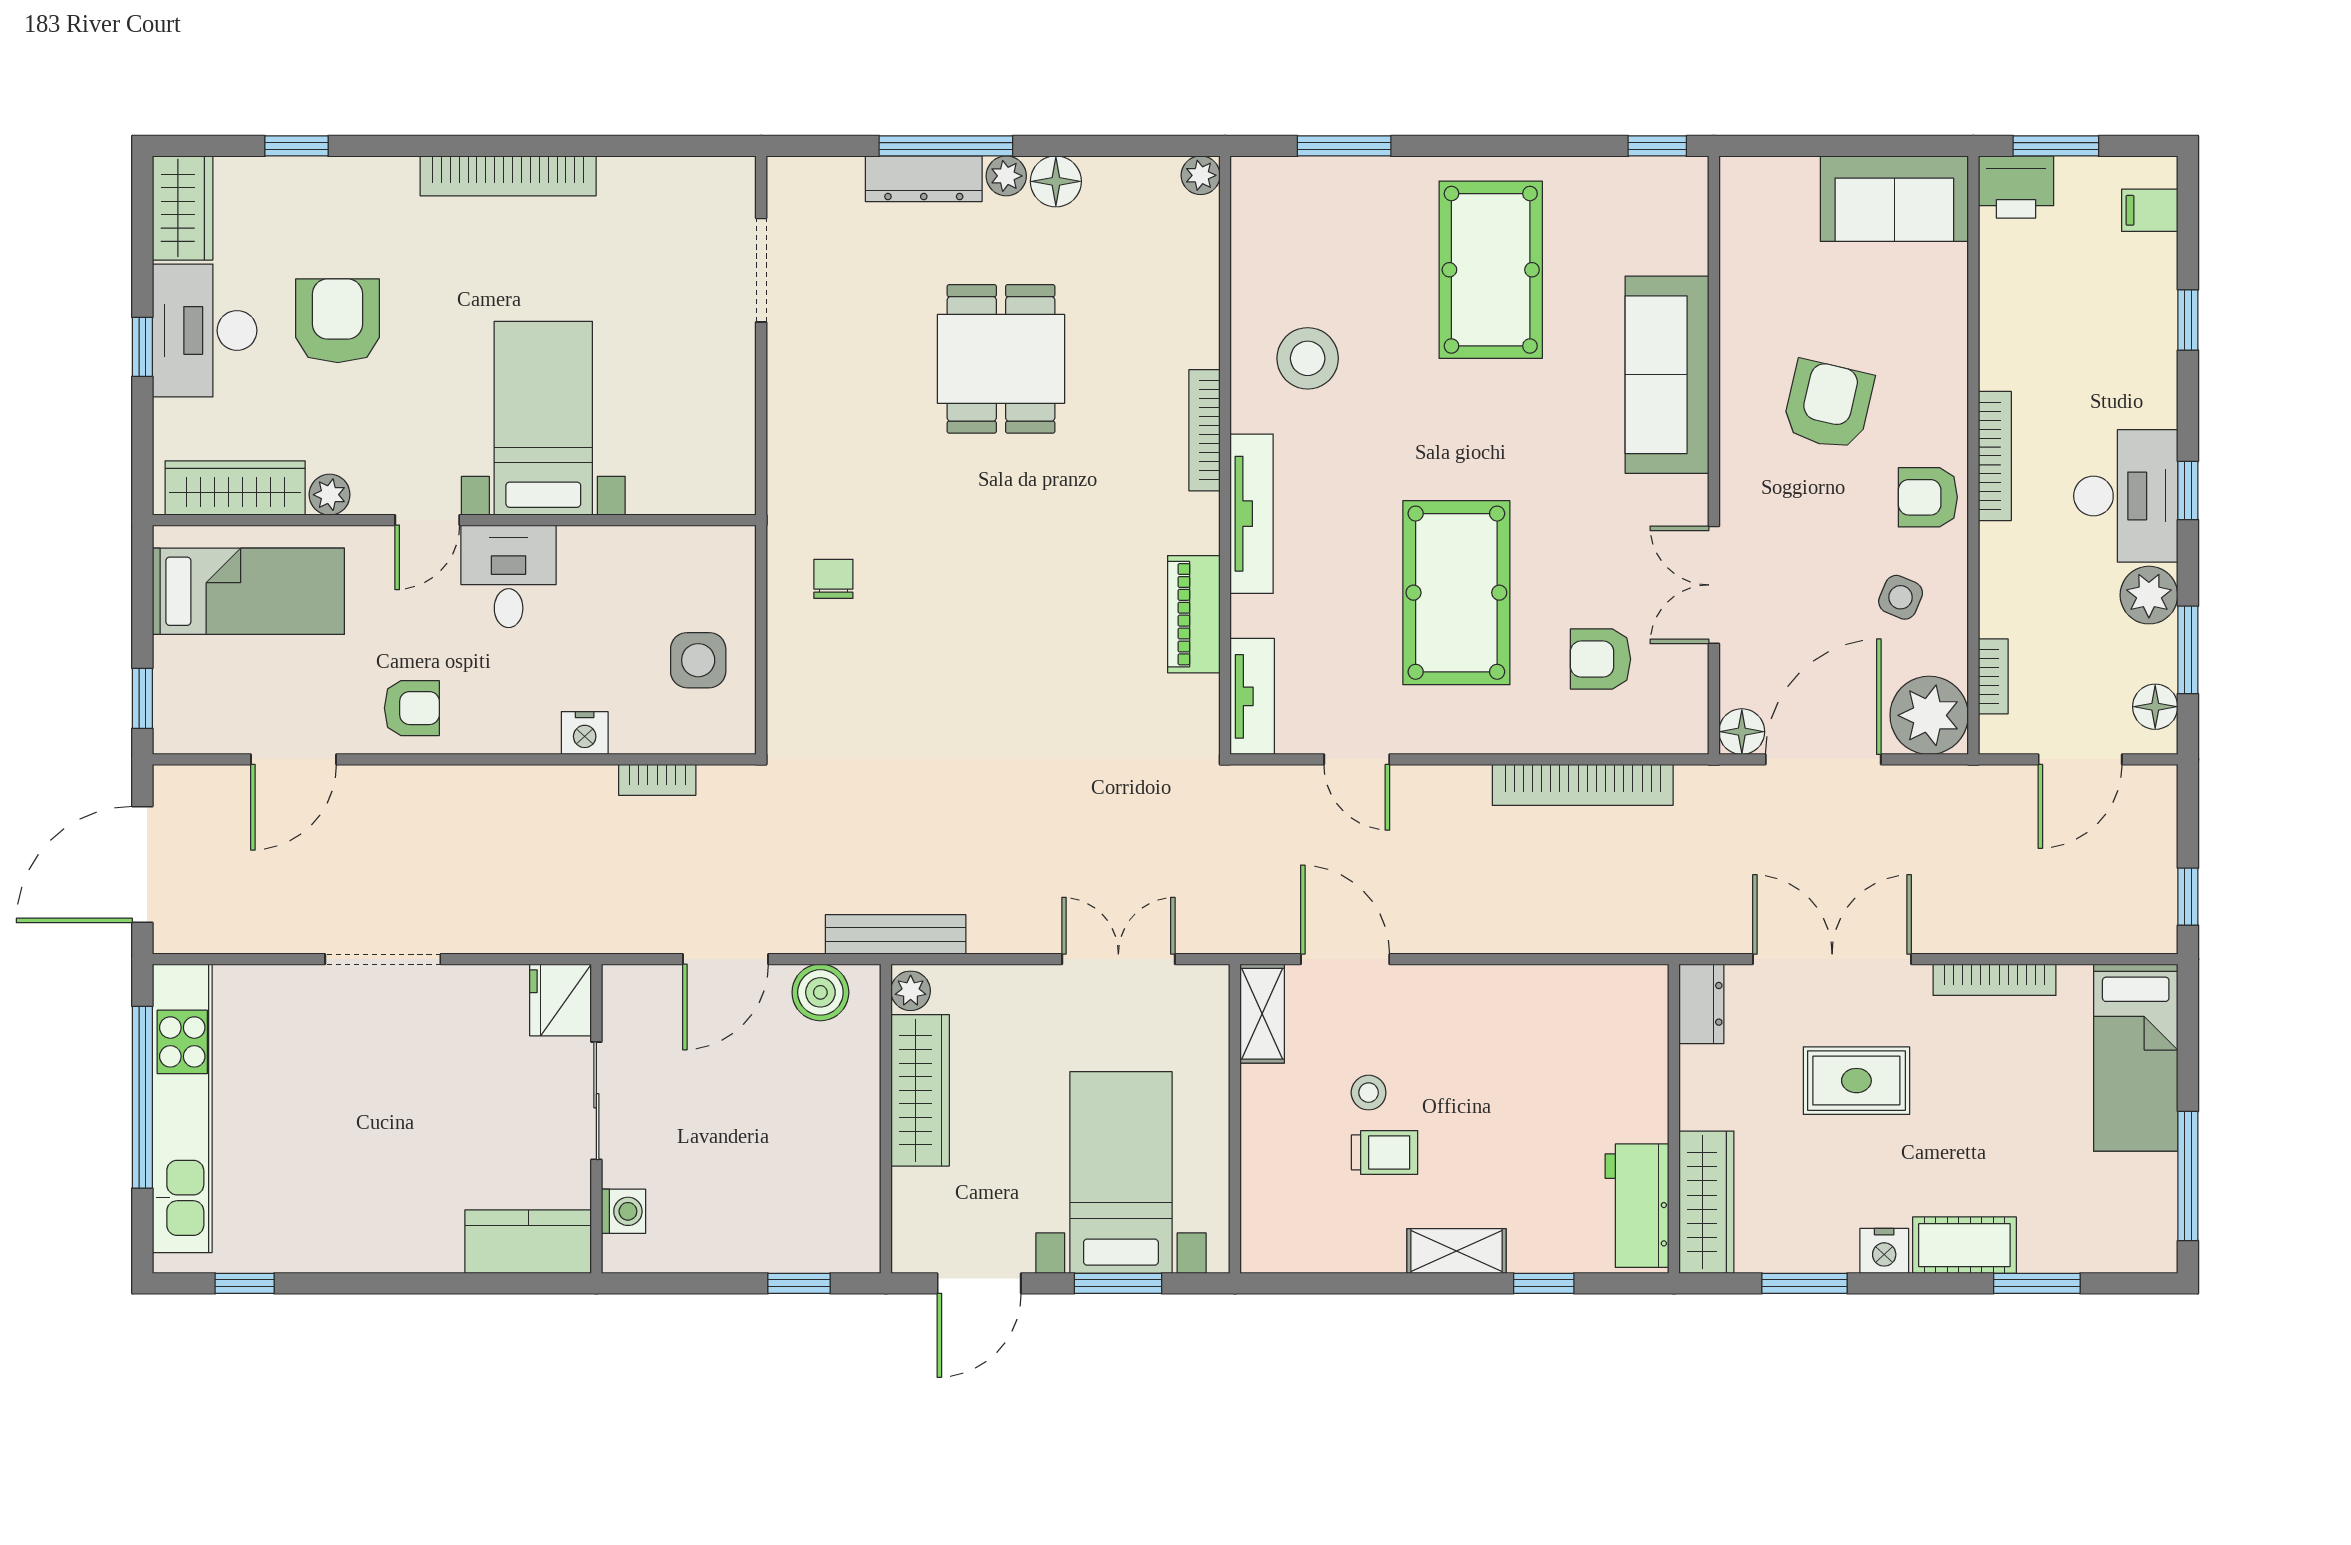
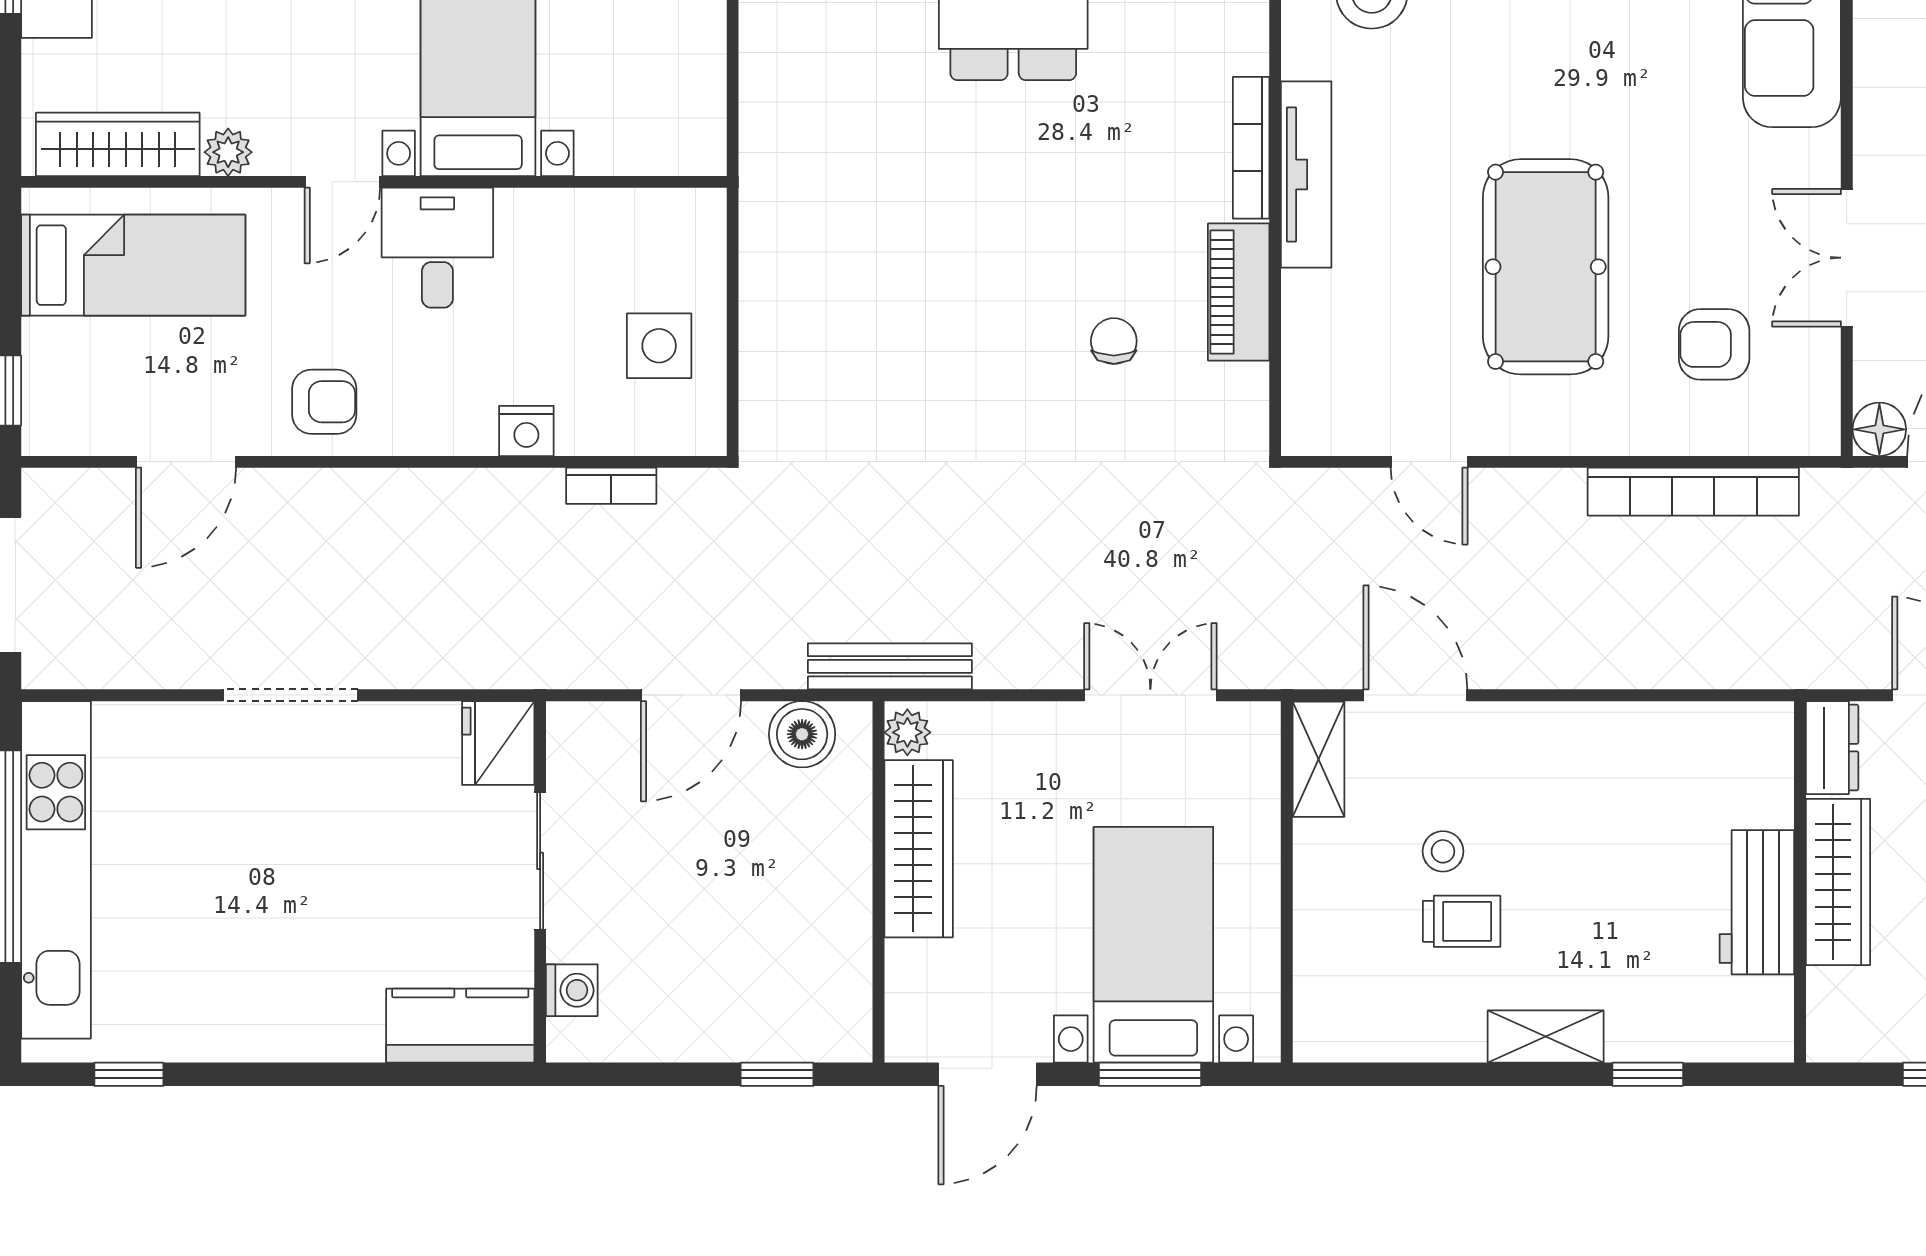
bookcase: (1204, 430) -> (1251, 148), moved
chair: (833, 579) -> (1114, 341), moved
tv unit: (1252, 696) -> (1307, 388), removed
wardrobe: (1706, 1202) -> (1838, 882), moved
workbench: (1637, 1206) -> (1757, 902), moved

